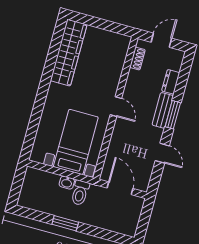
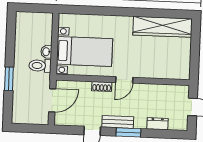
shoe rack: (137, 59) -> (102, 86), moved
bench: (163, 110) -> (118, 122), moved
window: (65, 223) -> (9, 79), moved

